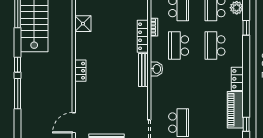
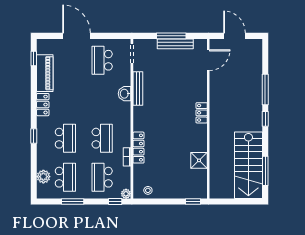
window: (246, 28) -> (34, 136), moved
washbasin: (156, 69) -> (125, 94), moved
bench: (143, 70) -> (138, 89), moved

